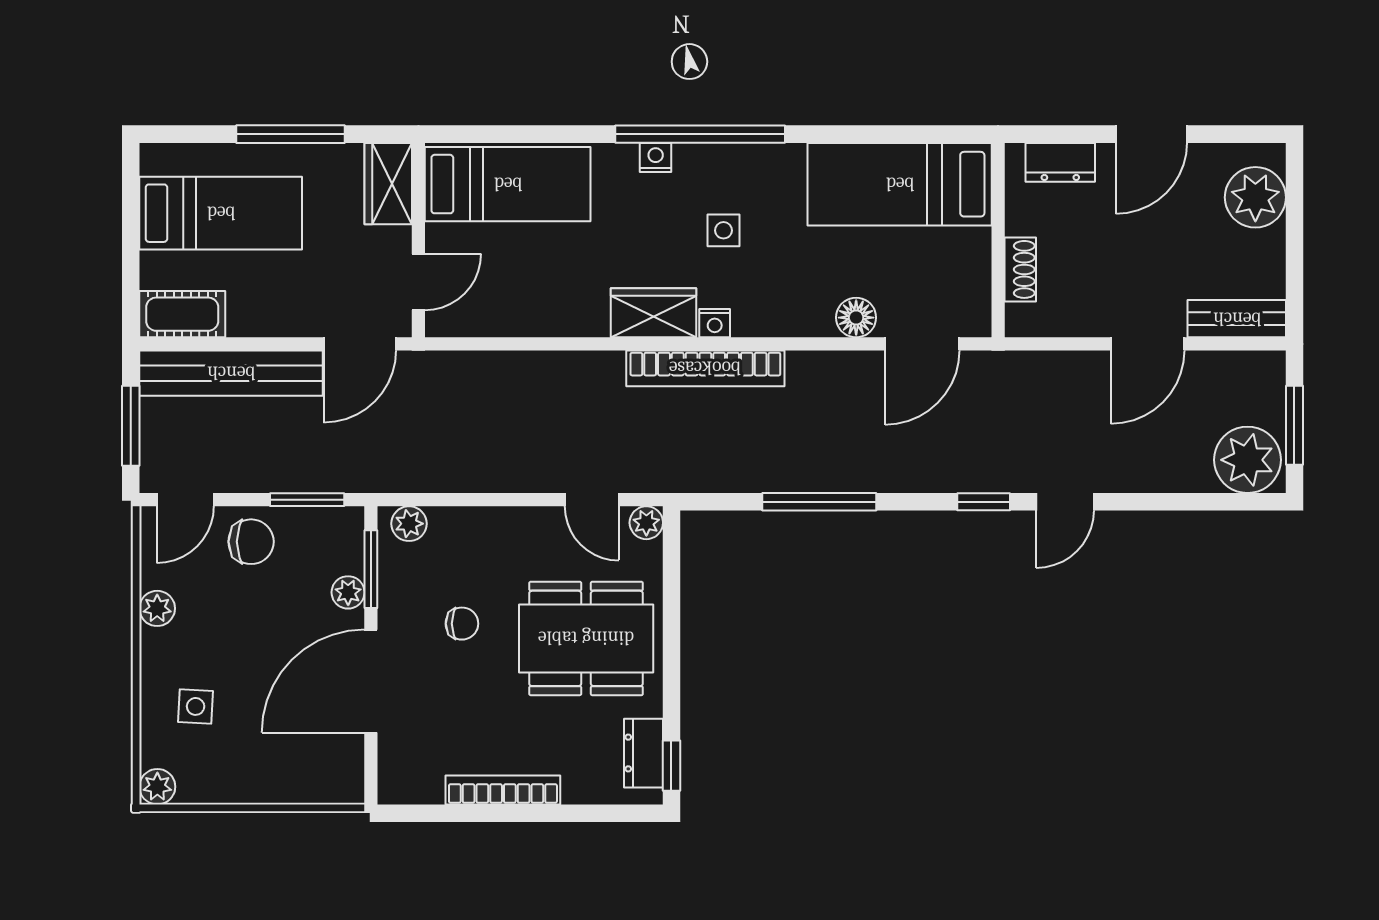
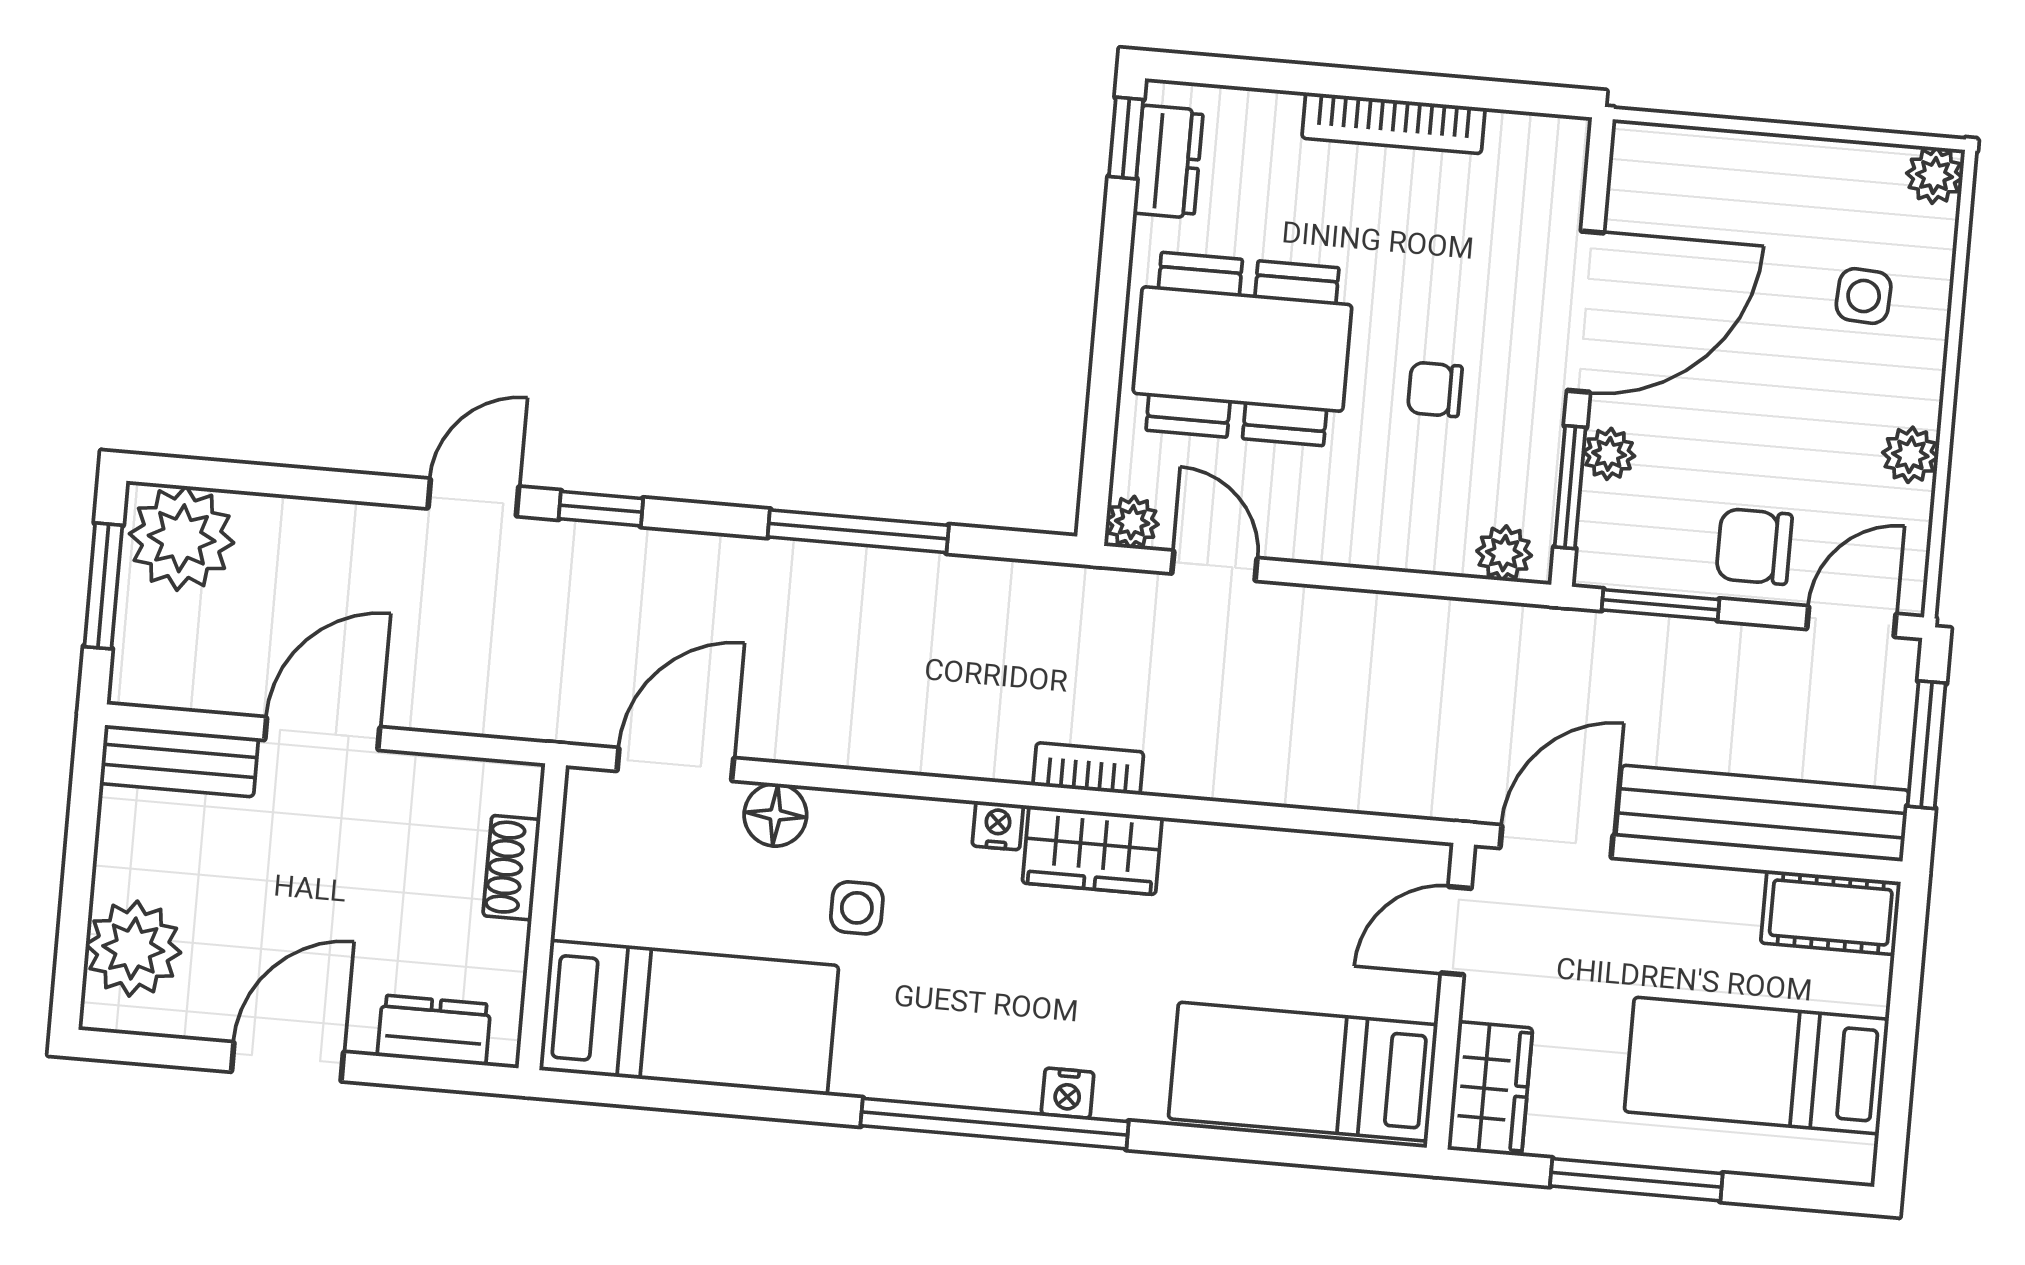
side table: (724, 230) -> (857, 908), moved
bookcase: (705, 368) -> (1088, 769), width x0.43, depth x0.76

